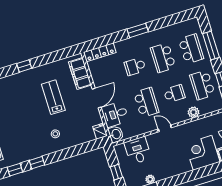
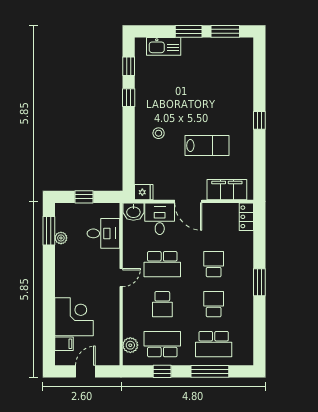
locker: (100, 52) -> (246, 217), width x0.66
school desk: (163, 58) -> (214, 304), width x0.54
plant: (194, 112) -> (130, 345), moved

